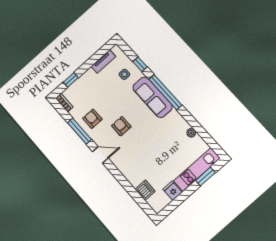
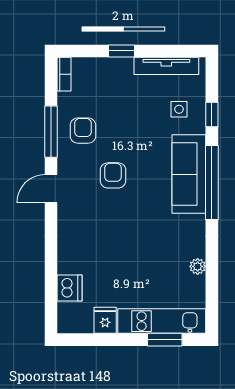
tv unit: (103, 61) -> (166, 66), width x1.41
window: (71, 80) -> (121, 51), moved
door: (100, 155) -> (51, 189), swing flipped

